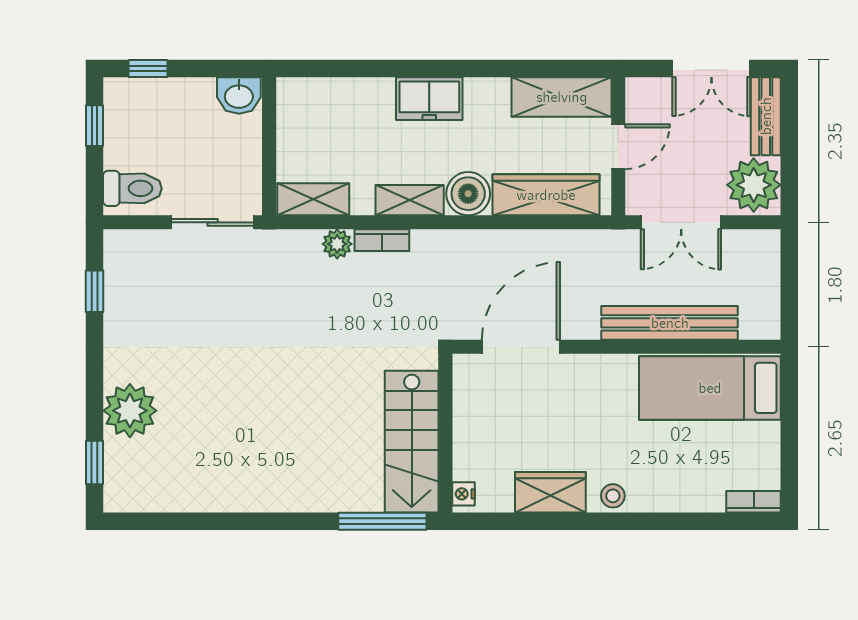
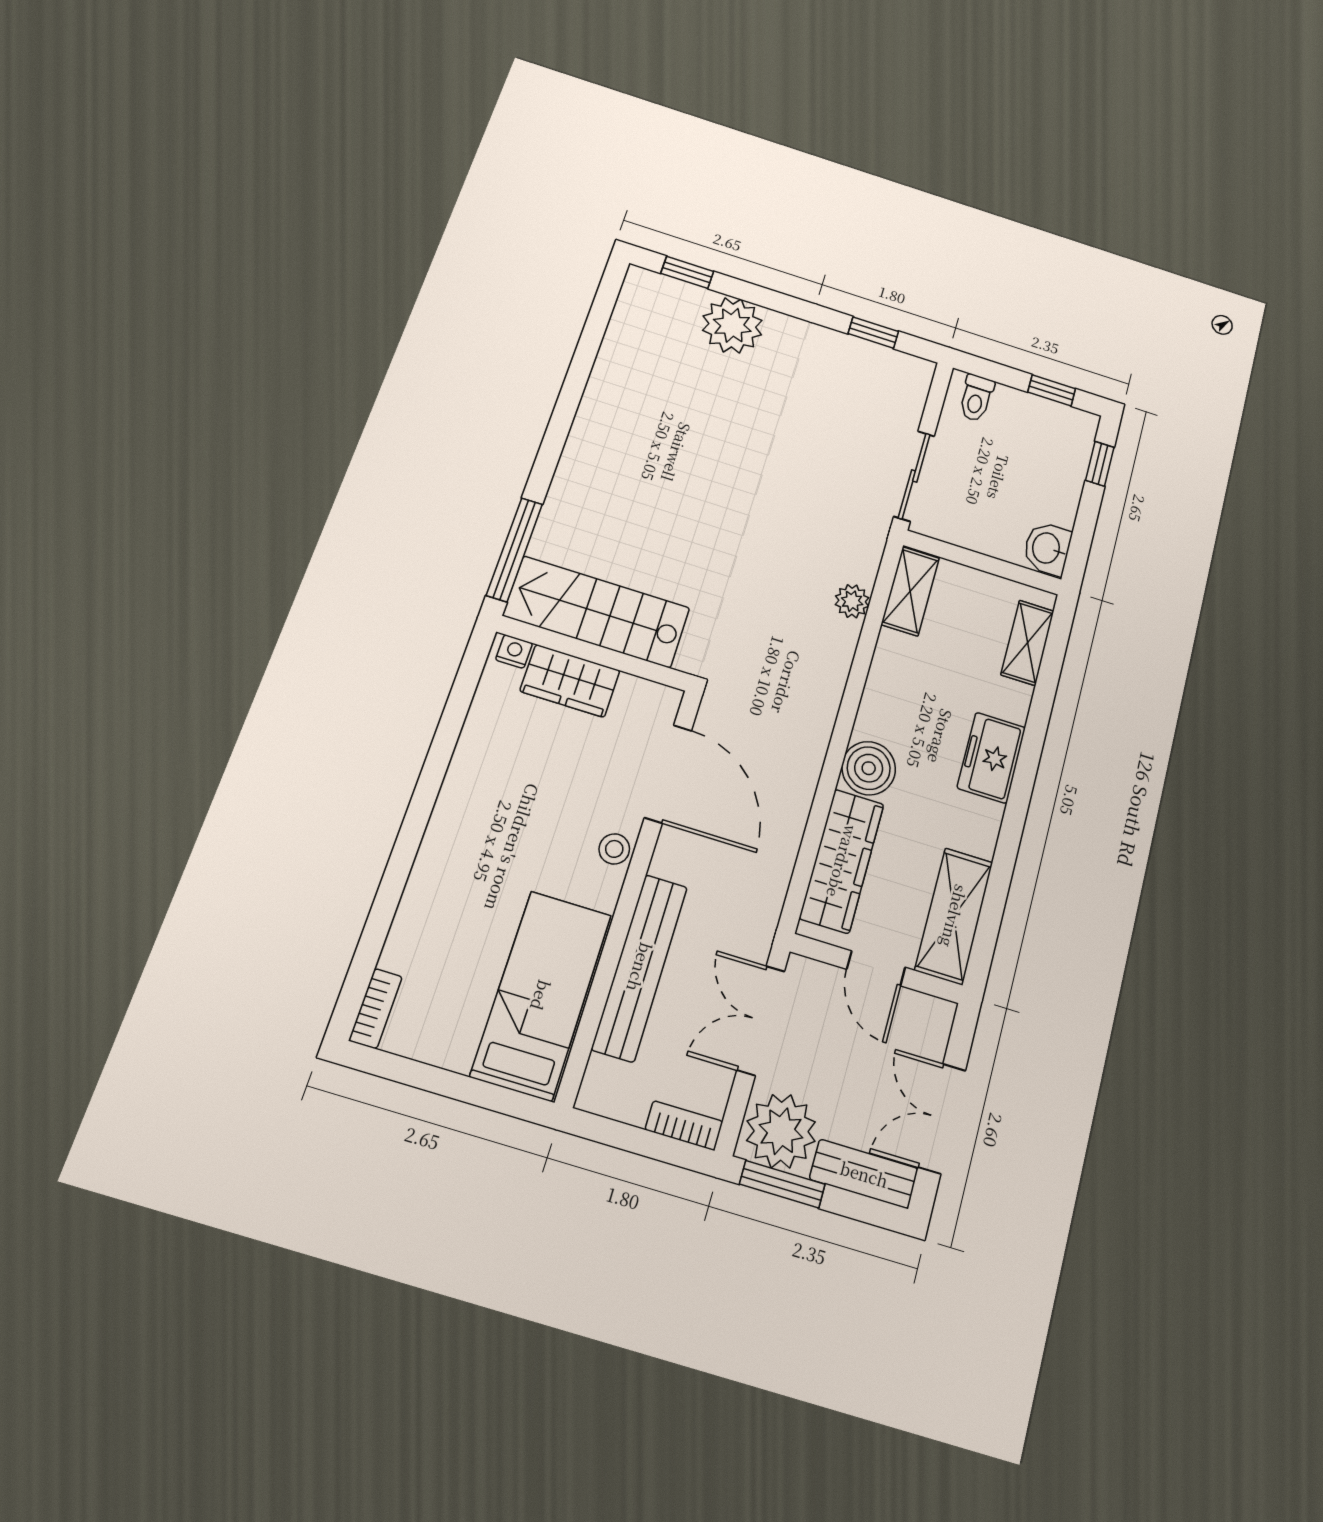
window: (789, 174) -> (782, 1184), added
toilet: (132, 188) -> (976, 398), width x0.73, depth x0.72
shelving: (410, 200) -> (1027, 643), moved
bookcase: (382, 240) -> (684, 1126), moved, turned 90
wardrobe: (550, 492) -> (570, 681), moved, turned 90
stool: (613, 496) -> (614, 849), moved

